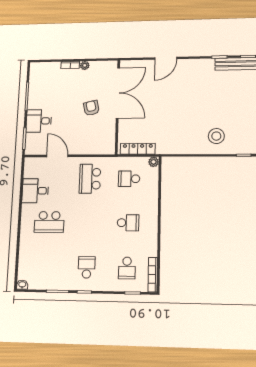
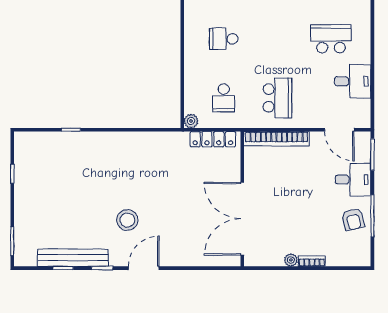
door: (166, 58) -> (144, 268), moved
armchair: (91, 108) -> (353, 219), moved
stool: (216, 136) -> (127, 220), moved
bookcase: (92, 149) -> (277, 139), added
door: (57, 156) -> (339, 130), moved
school desk: (129, 179) -> (224, 98), turned 90

